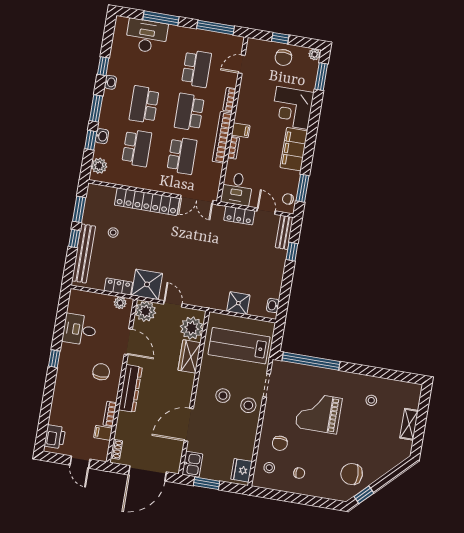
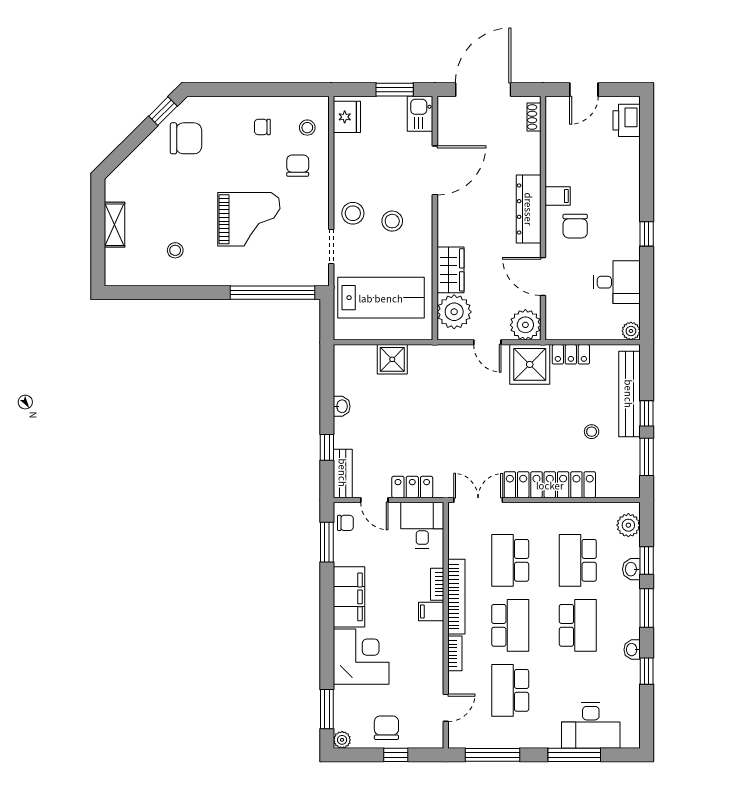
plant: (120, 303) -> (631, 331), moved
washbasin: (273, 305) -> (342, 406), moved
bookcase: (110, 414) -> (552, 167), removed
filing cabinet: (103, 433) -> (558, 196), moved
door: (80, 462) -> (584, 90), swing flipped

